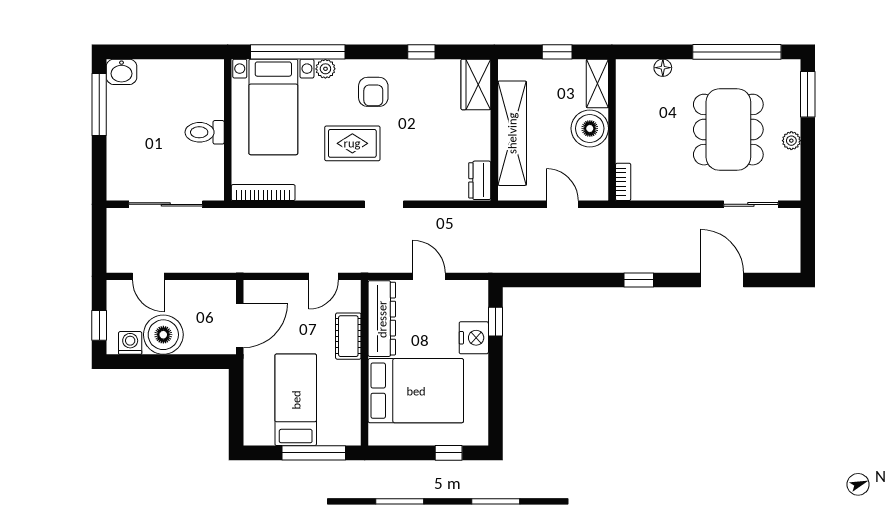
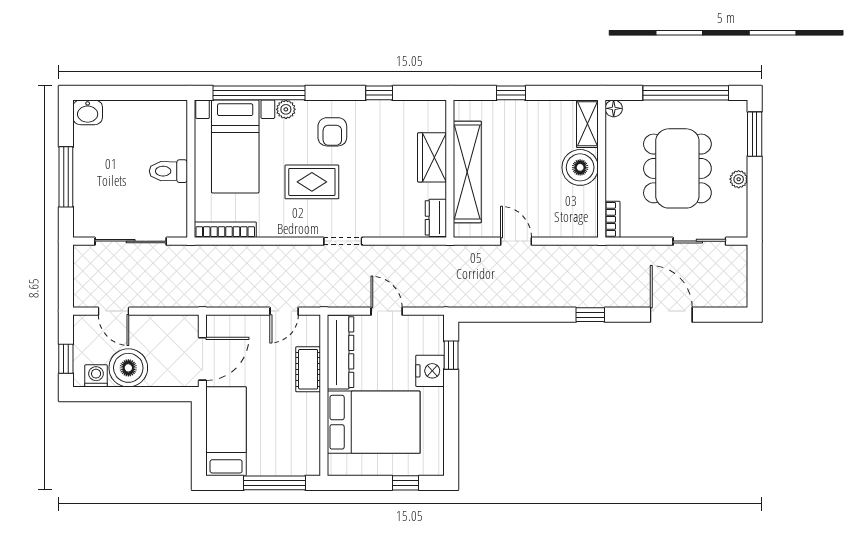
shelving: (597, 83) -> (587, 124), moved
wardrobe: (476, 84) -> (432, 157), moved
window: (99, 105) -> (66, 177), moved
boiler: (590, 128) -> (580, 167), moved
wall: (612, 130) -> (602, 169), moved
bookcase: (623, 182) -> (612, 219), moved
bed: (296, 400) -> (226, 431), moved

